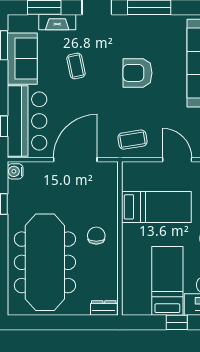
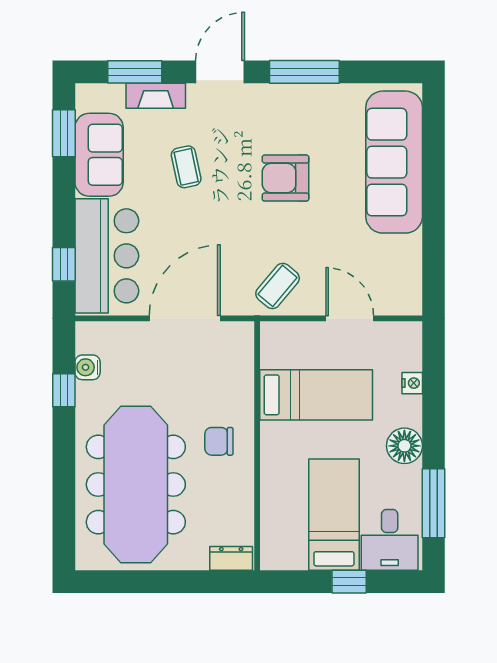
coffee table: (133, 140) -> (278, 286), turned -41
water cooler: (15, 171) -> (88, 367), moved
chair: (96, 236) -> (219, 441), turned -90

